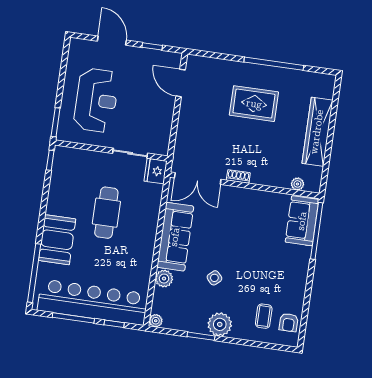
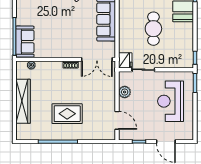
plant: (163, 124) -> (125, 92), added
double door: (198, 179) -> (97, 59), swing flipped

